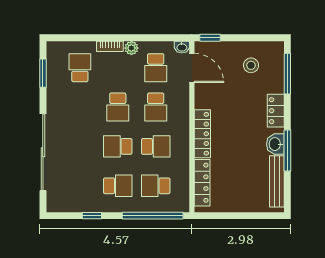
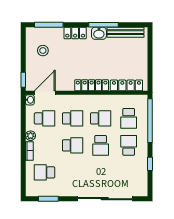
school desk: (156, 146) -> (101, 118), turned 90

